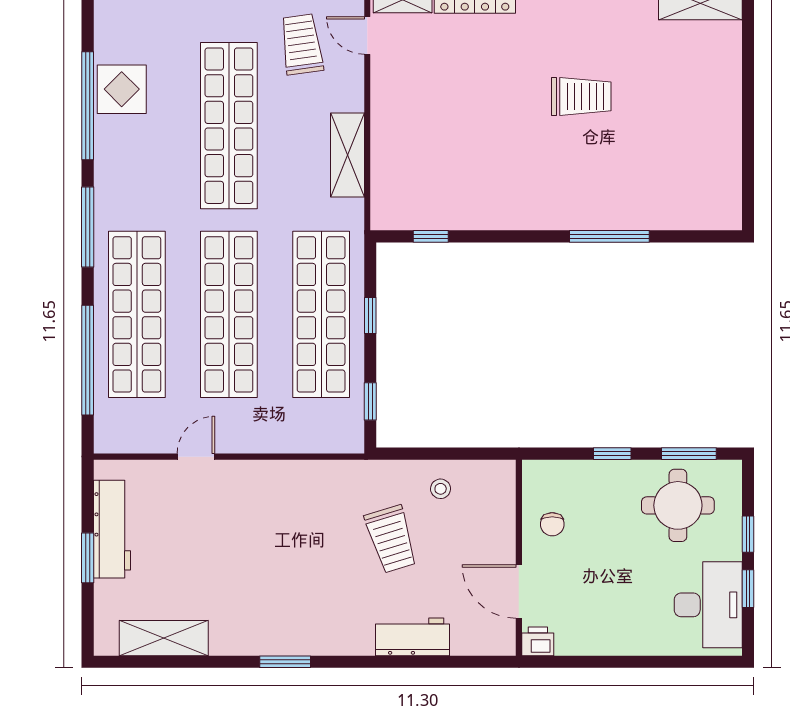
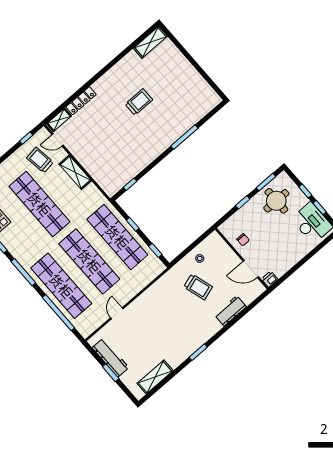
shelving: (347, 155) -> (75, 172), moved

